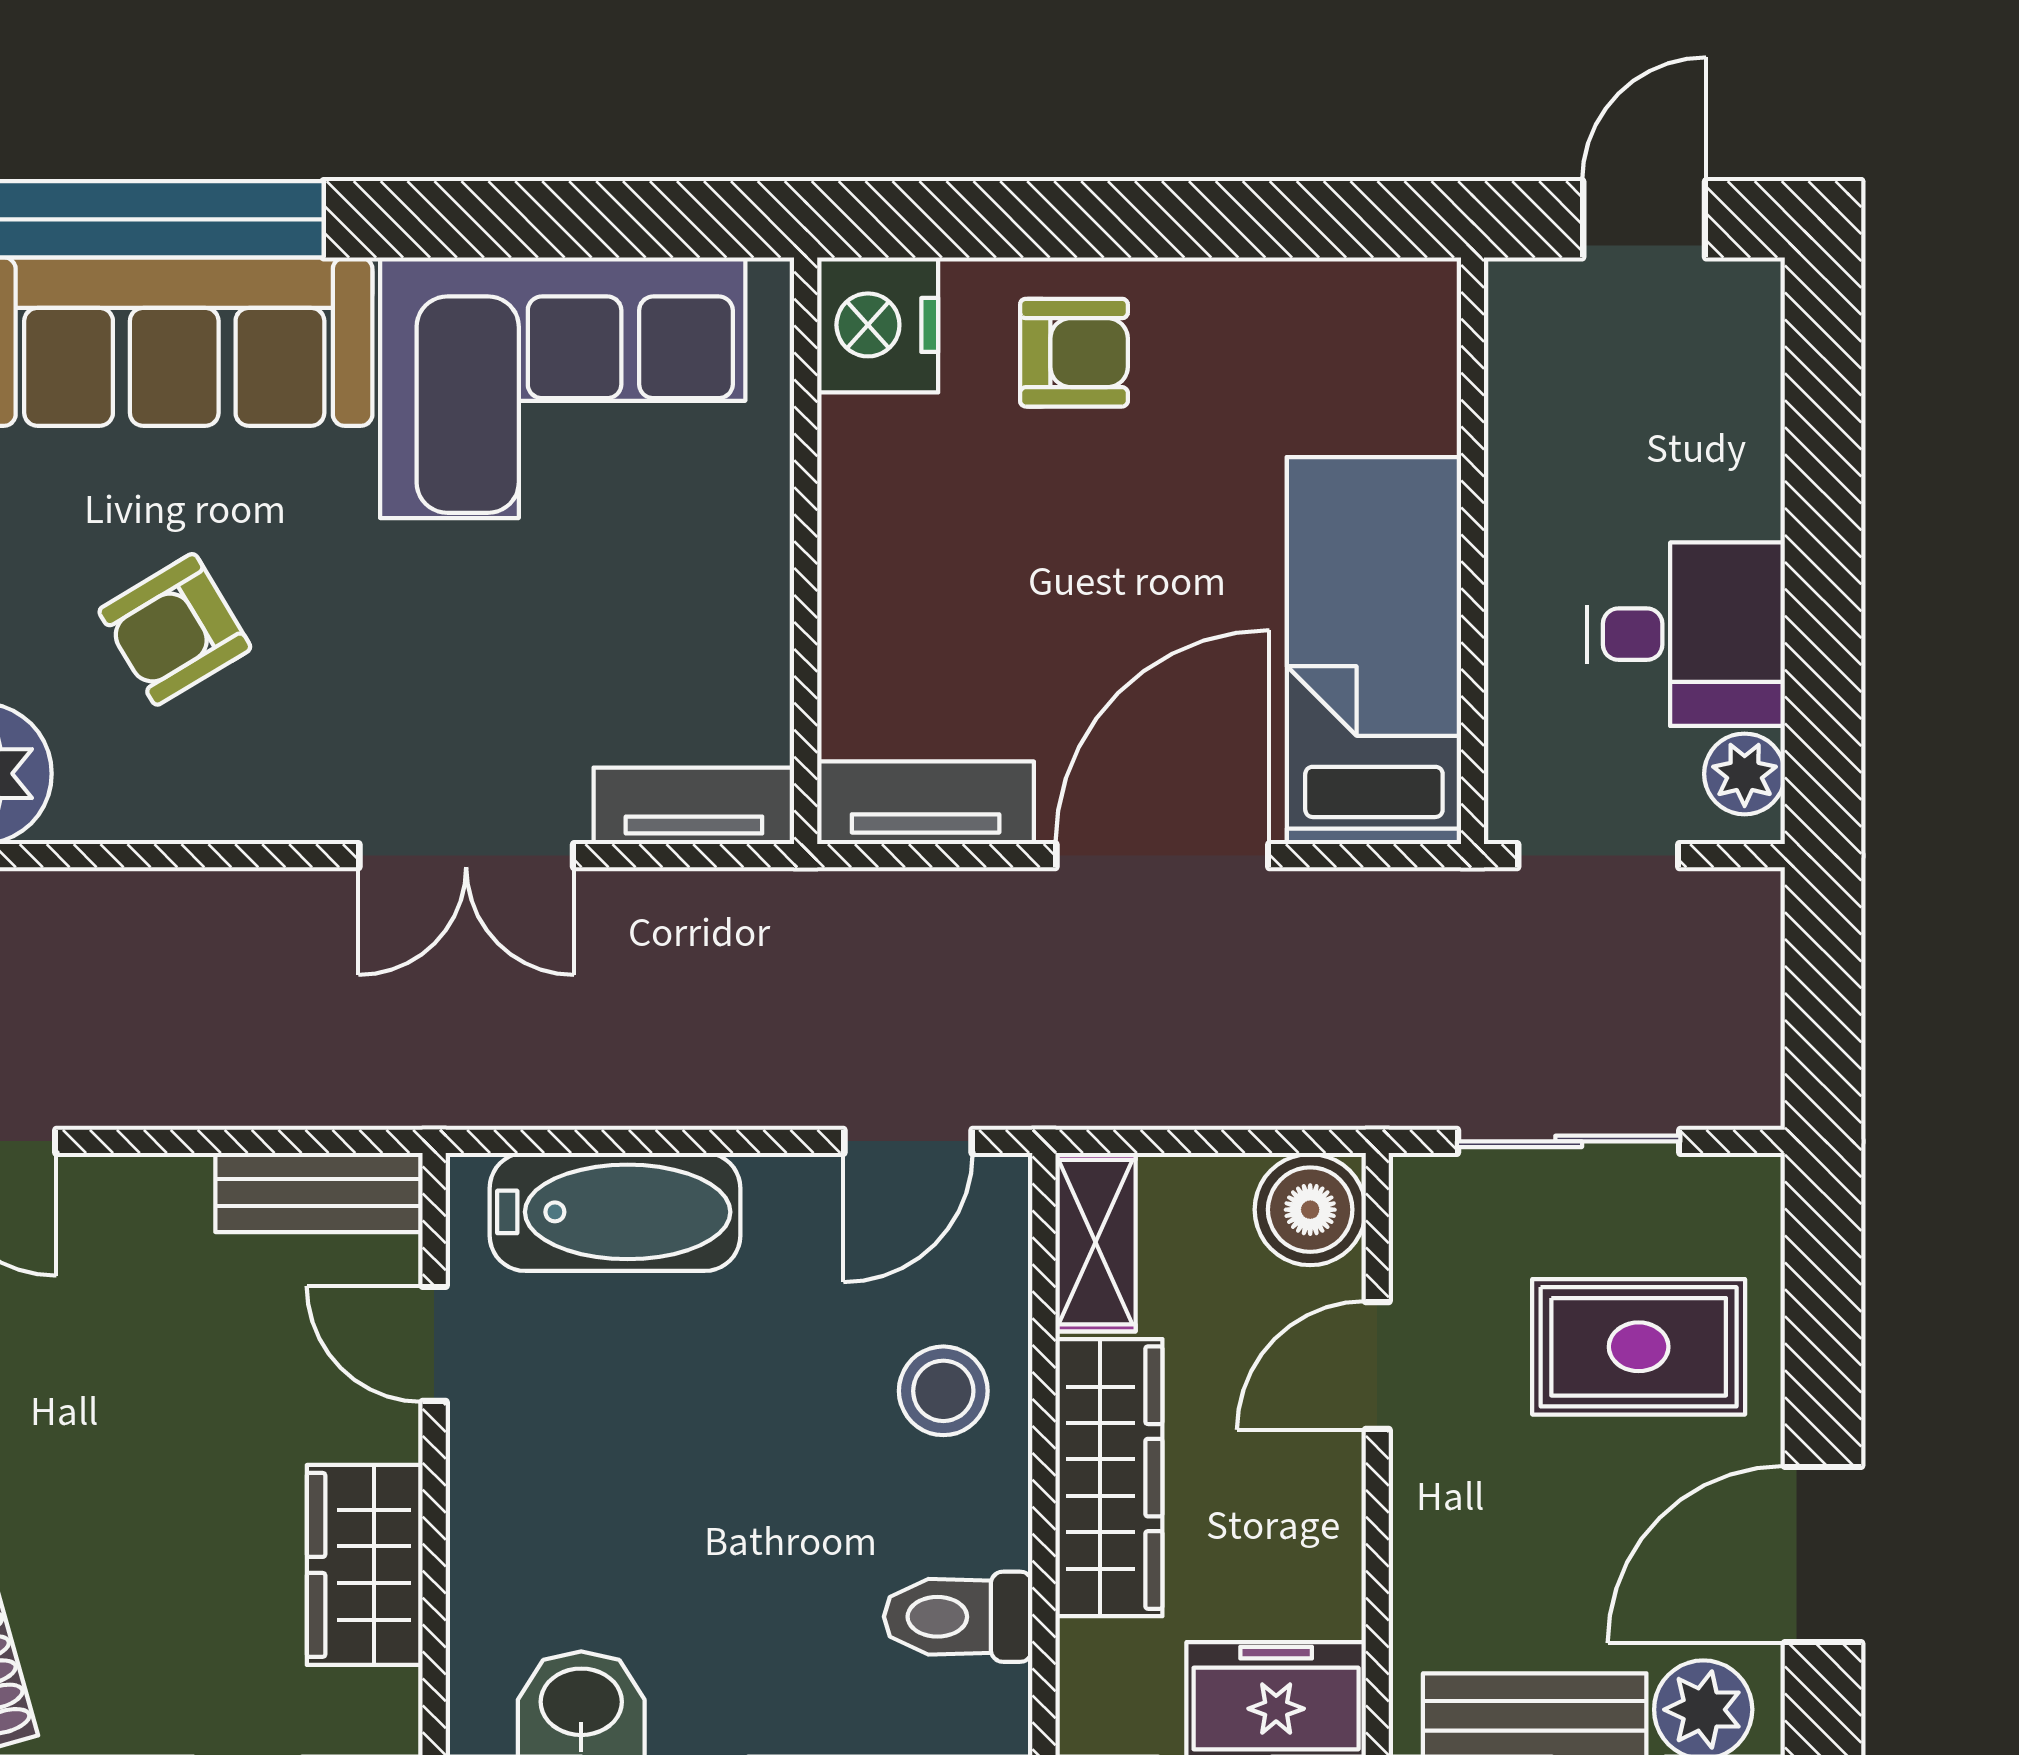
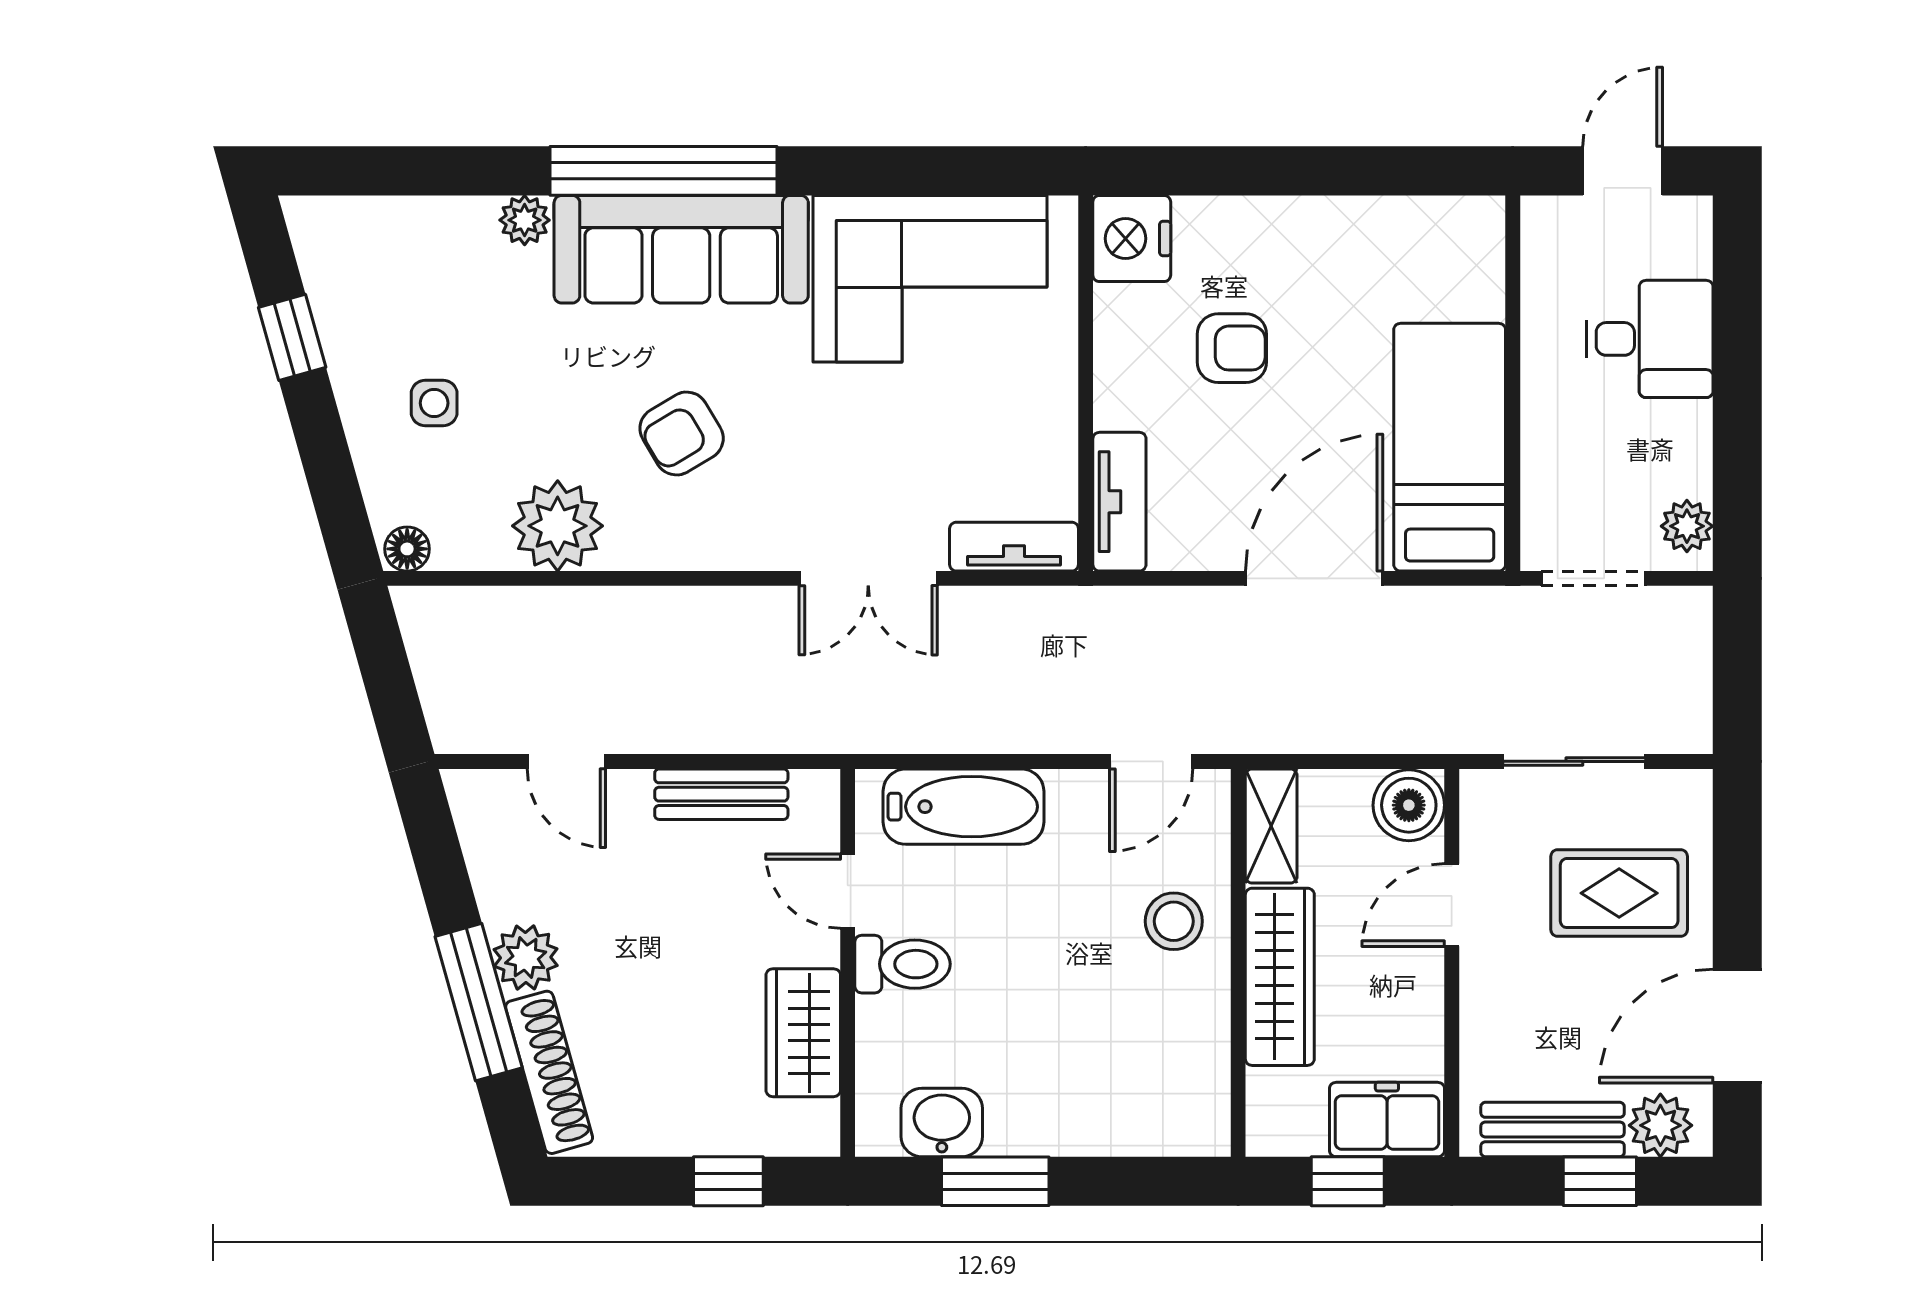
armchair: (1074, 353) -> (1232, 348), moved
desk: (1686, 634) -> (1649, 339), moved
tv unit: (926, 803) -> (1119, 502), moved, turned 90
bench: (319, 1192) -> (721, 794), moved
toilet: (958, 1617) -> (903, 964), moved, turned 180

